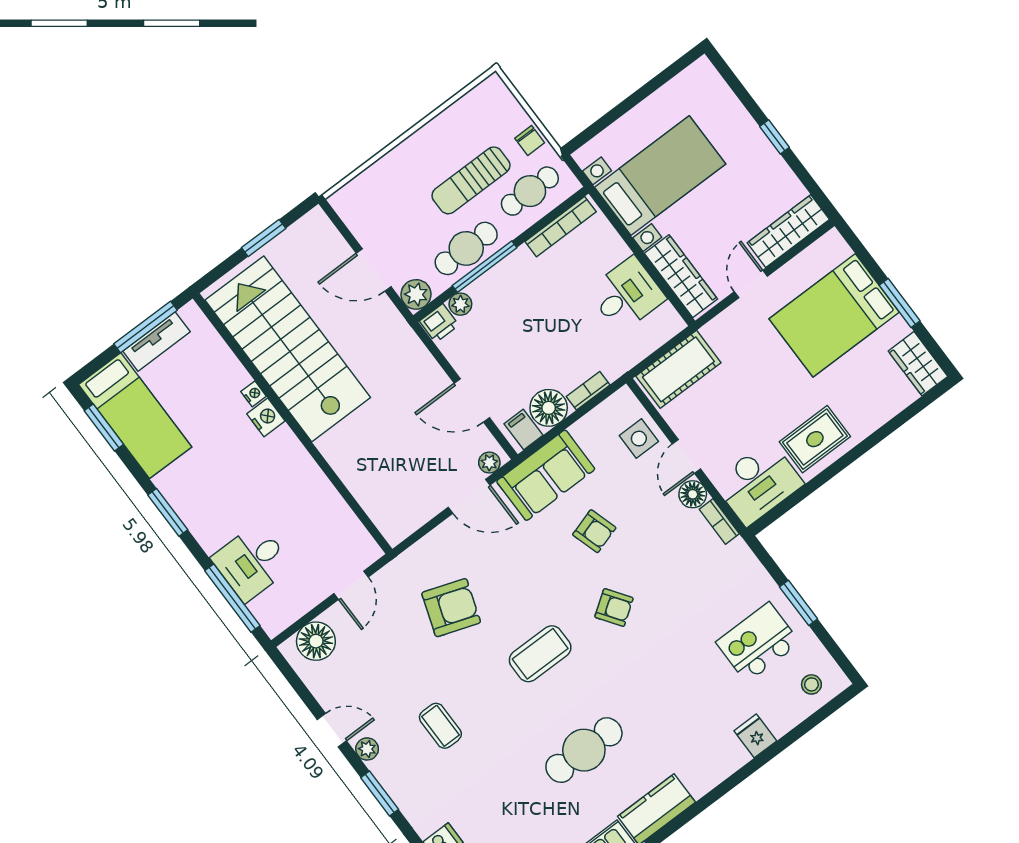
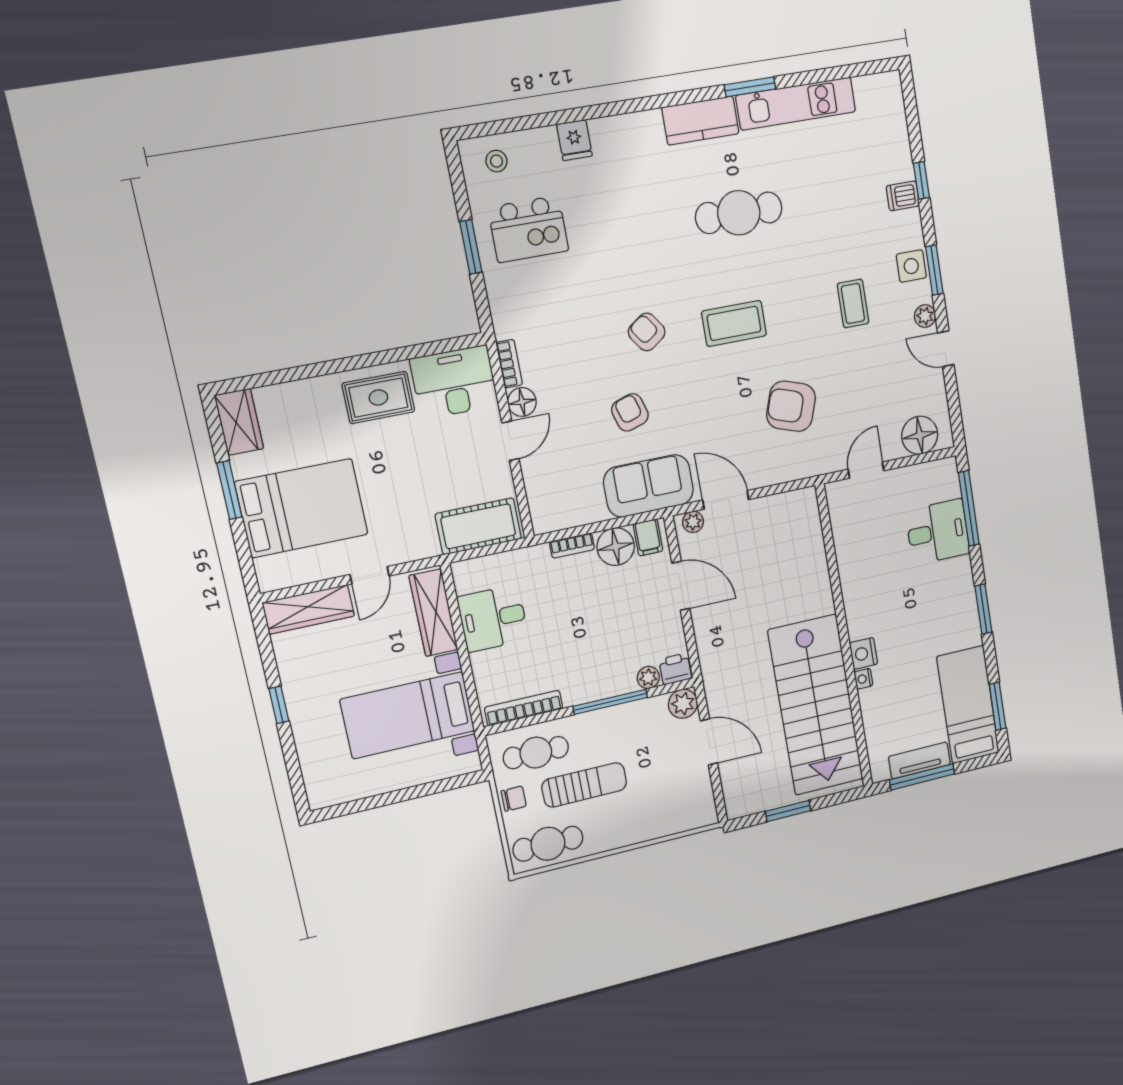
chair: (530, 140) -> (514, 799), turned 90
cafe table: (466, 248) -> (548, 844), moved
side table: (639, 439) -> (911, 266), moved

